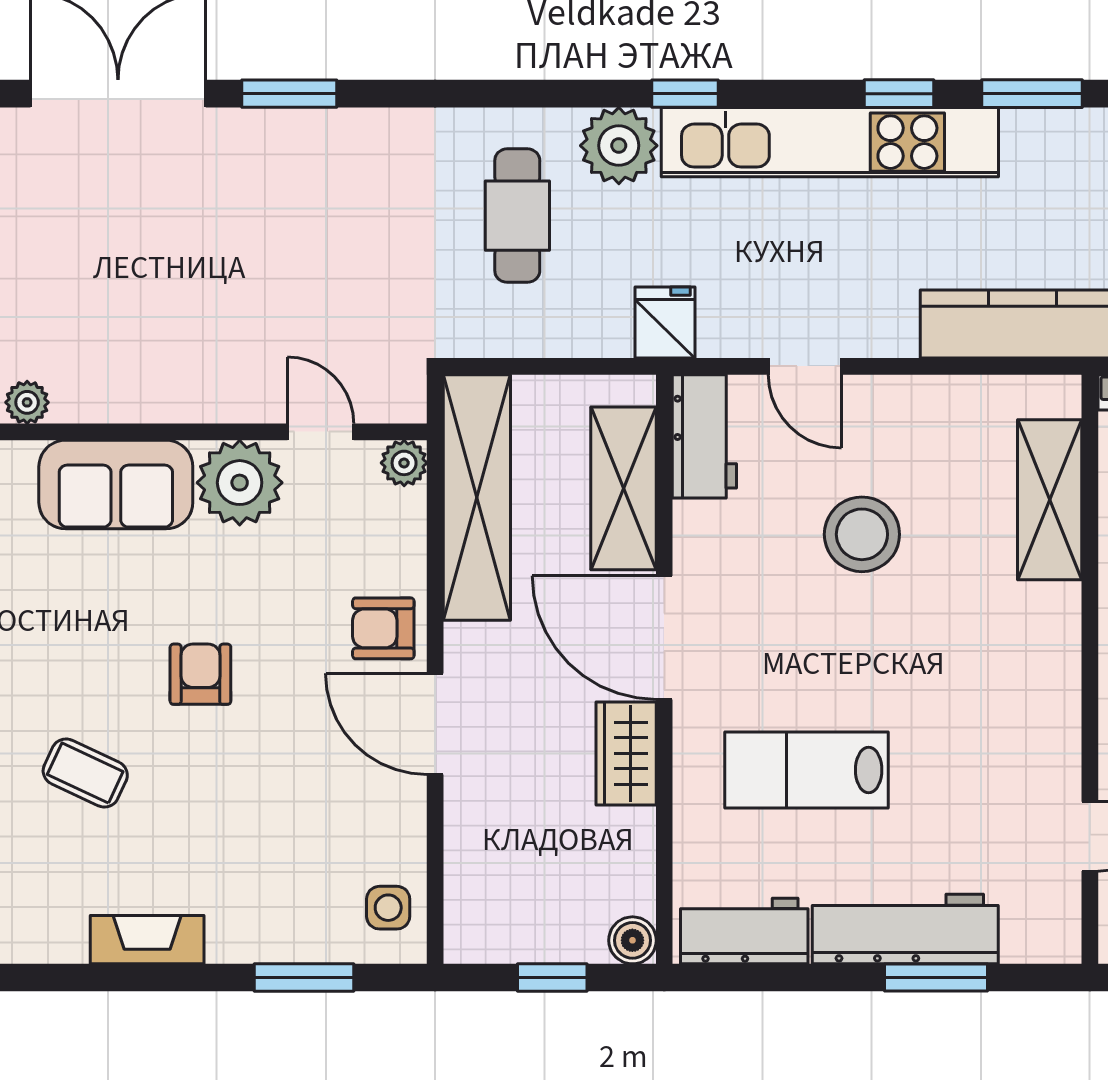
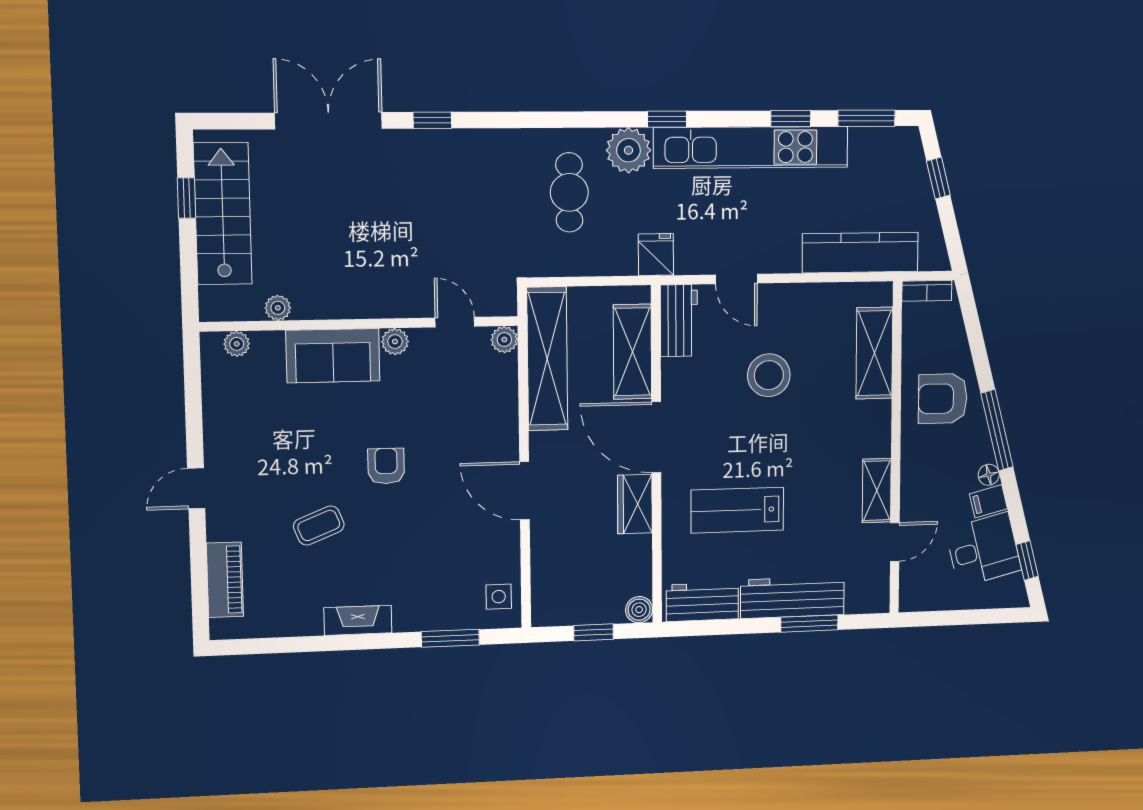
window: (289, 94) -> (432, 120), width x0.67
plant: (240, 483) -> (395, 342), width x0.53, depth x0.53
armchair: (383, 628) -> (493, 436), removed
shelving: (1056, 743) -> (877, 491), added
coffee table: (85, 773) -> (319, 525), turned -47

